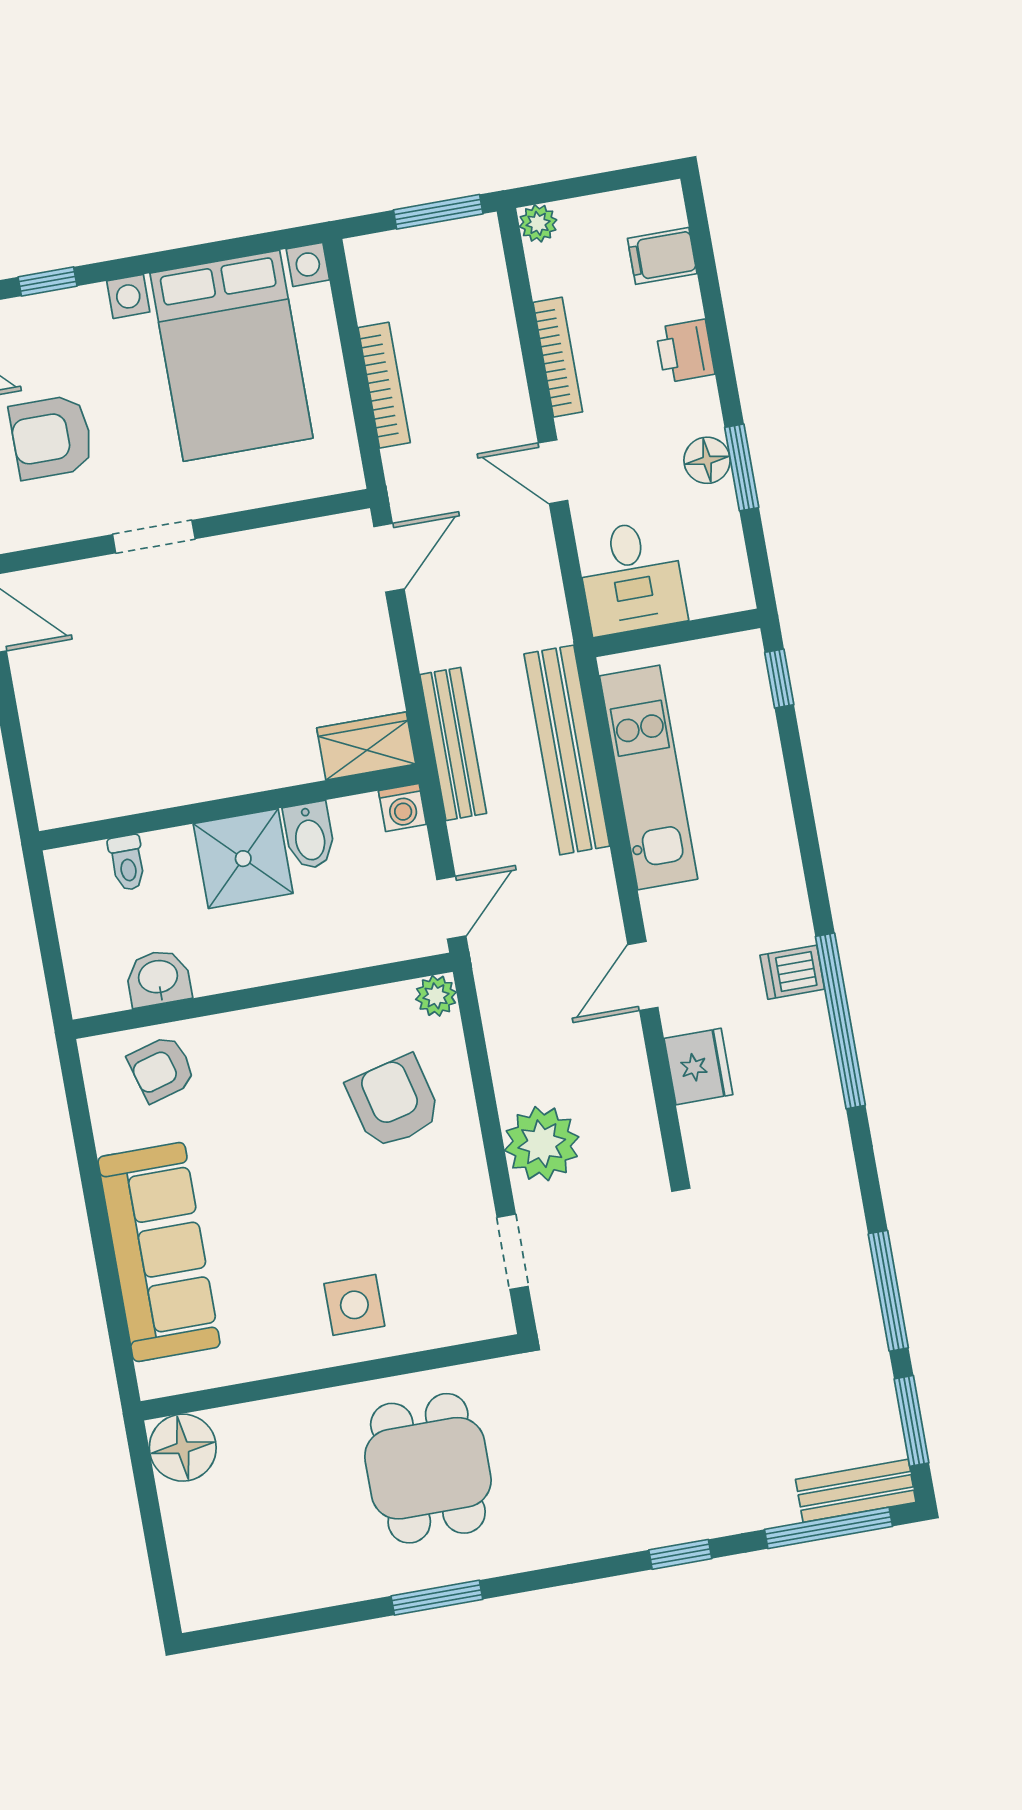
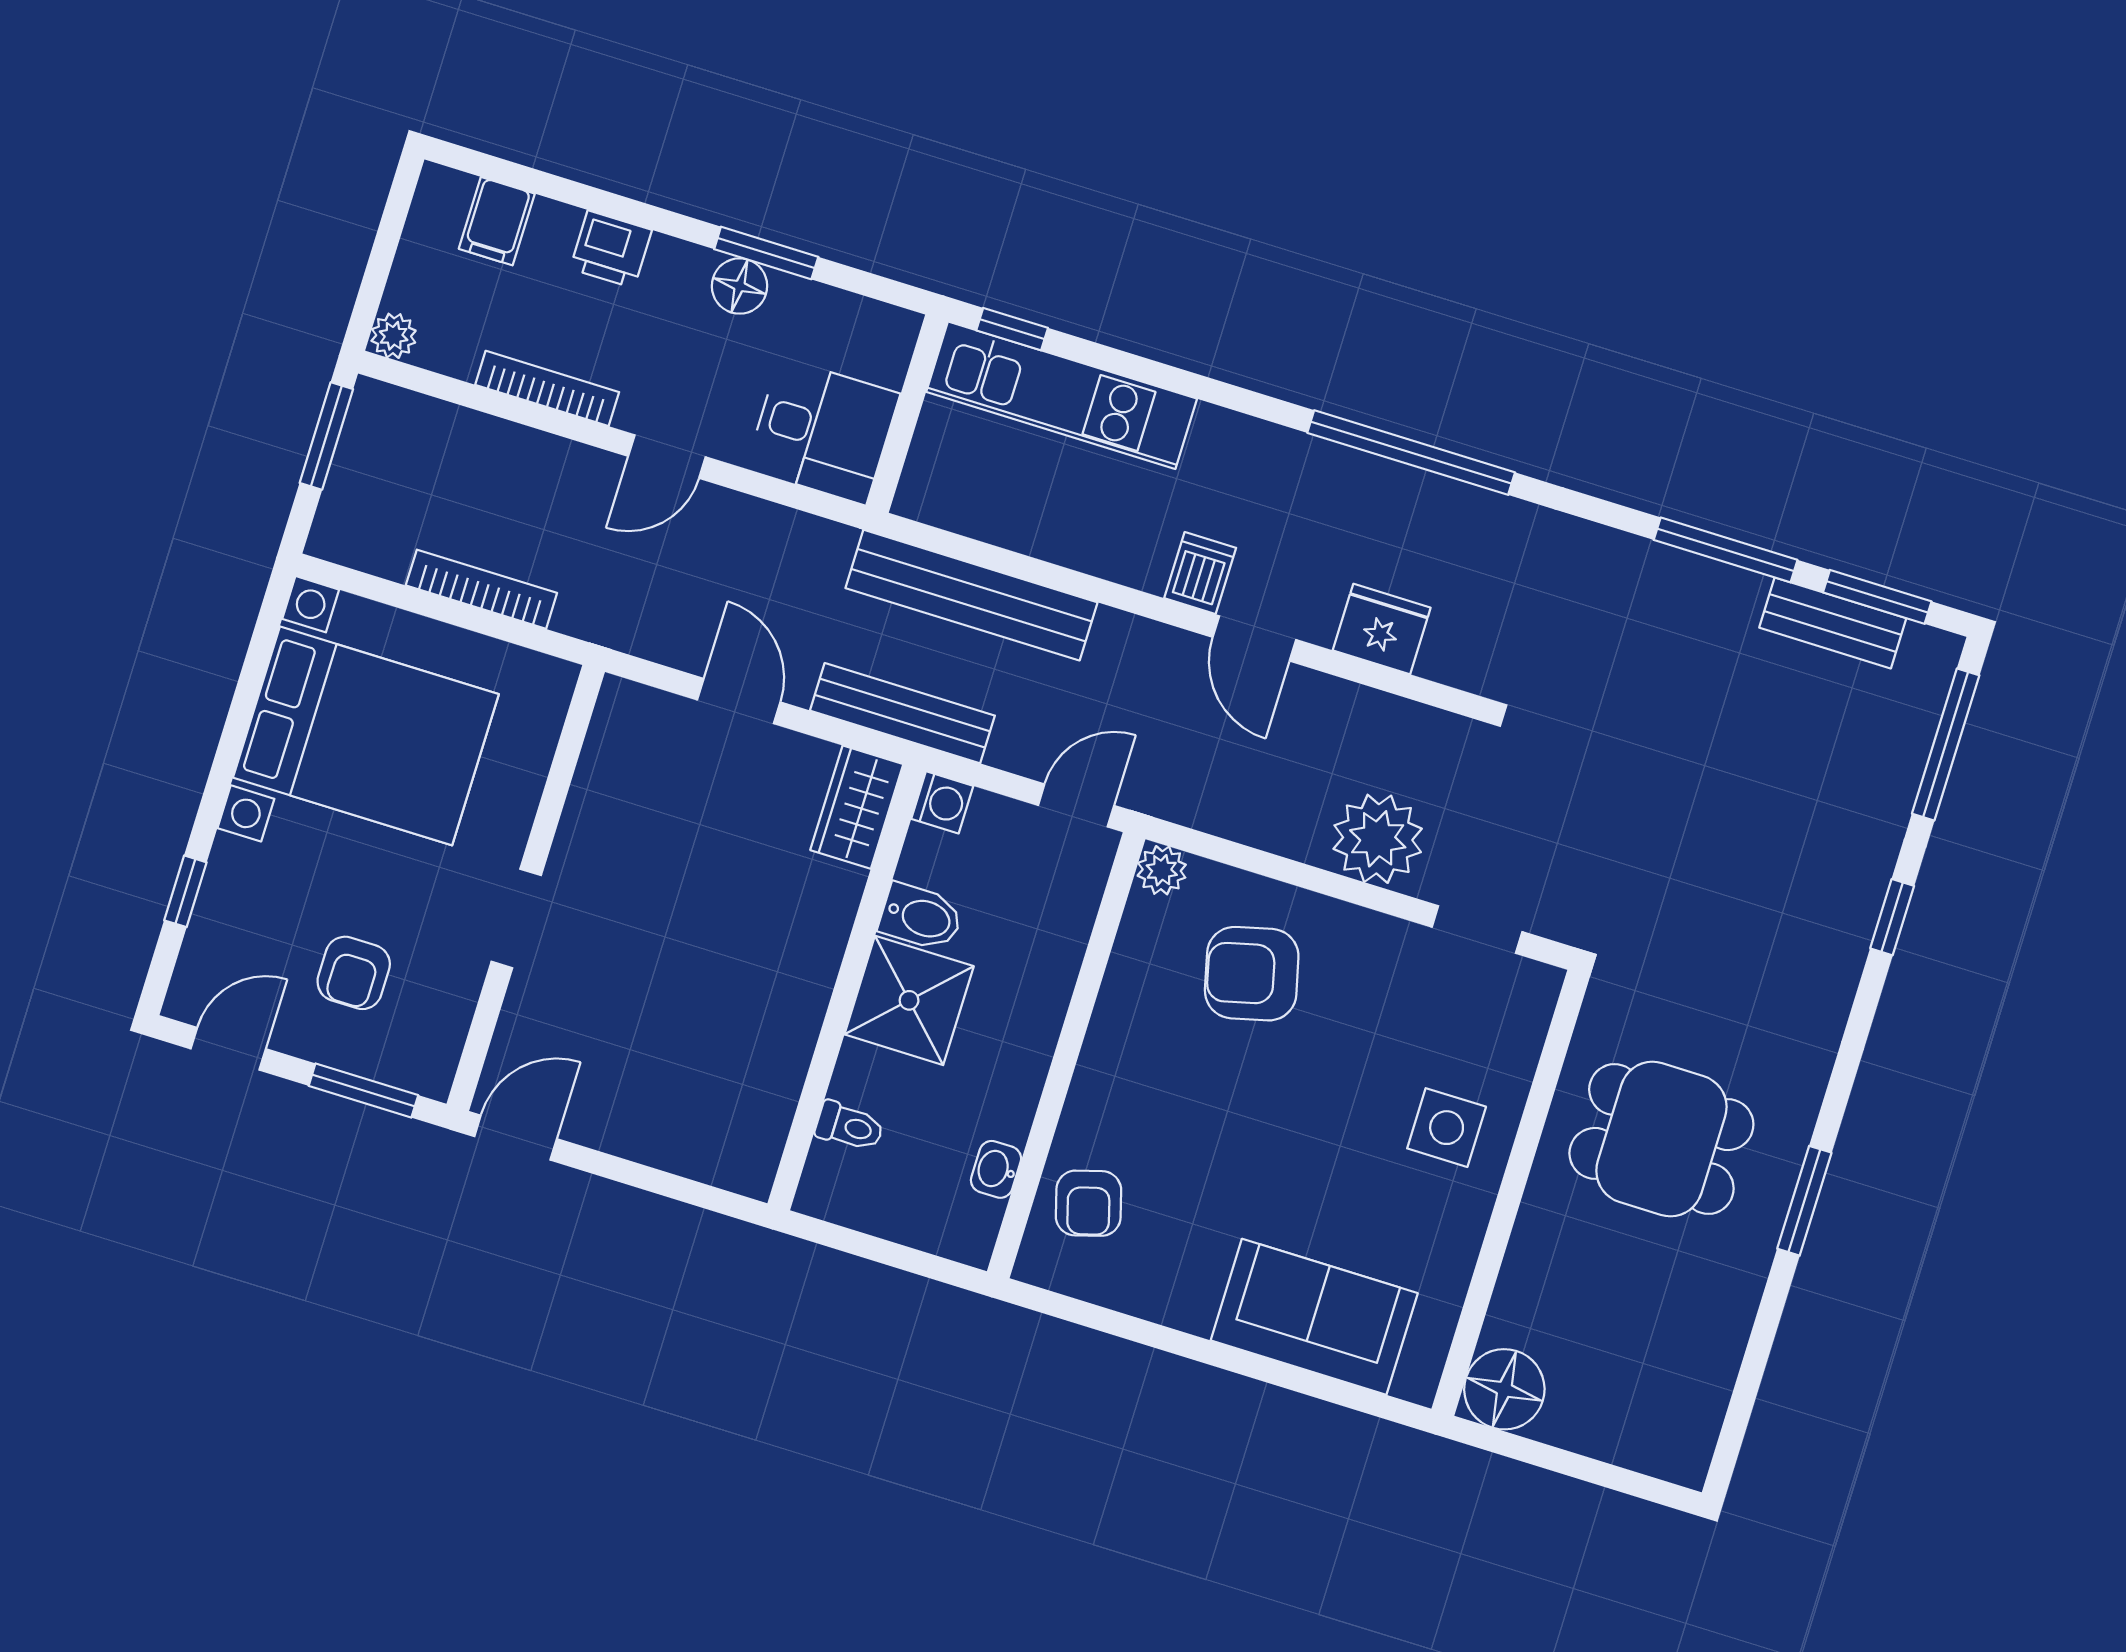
armchair: (51, 437) -> (354, 973), width x0.72, depth x0.72
door: (389, 558) -> (739, 701), moved
kitchen unit: (649, 777) -> (1062, 395), moved, turned 180
door: (451, 908) -> (1076, 805), hinge flipped
dishwasher: (792, 972) -> (1200, 573), moved, turned 180
washbasin: (158, 978) -> (996, 1169), width x0.72, depth x0.69
sofa: (159, 1252) -> (1314, 1317), width x0.73
bench: (856, 1491) -> (1833, 623), moved, turned 90

